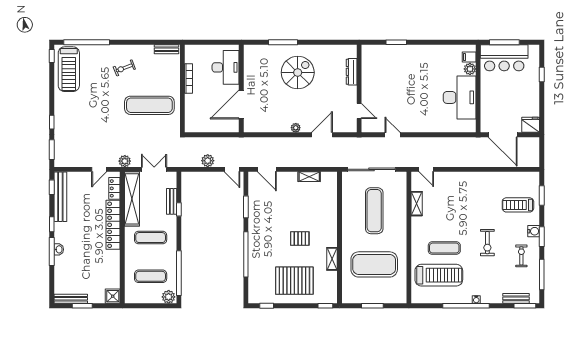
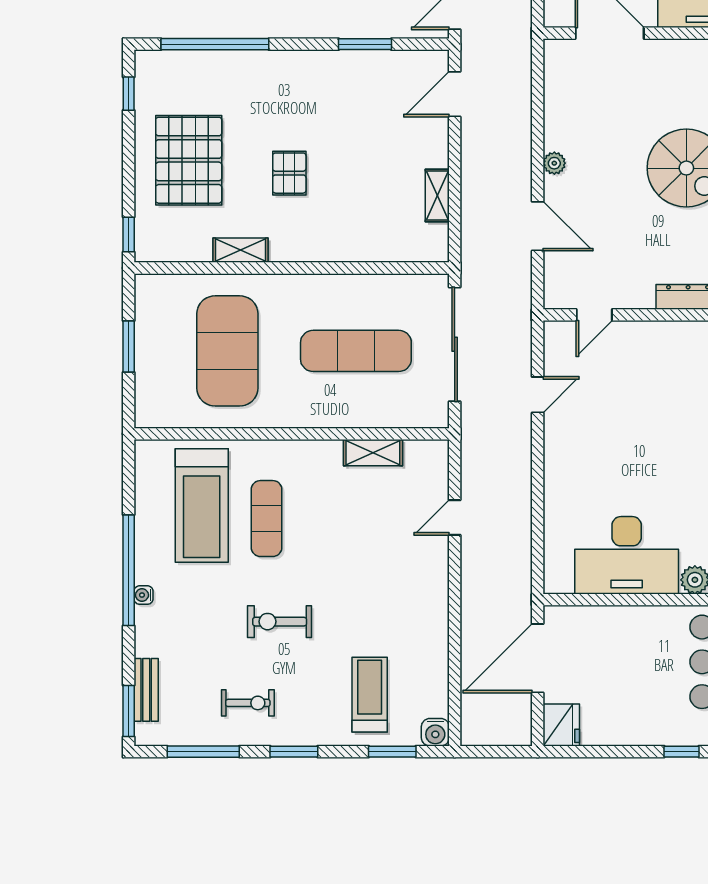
door: (426, 169) -> (455, 517), moved
water cooler: (534, 231) -> (435, 732), moved
window: (246, 254) -> (215, 44), moved

